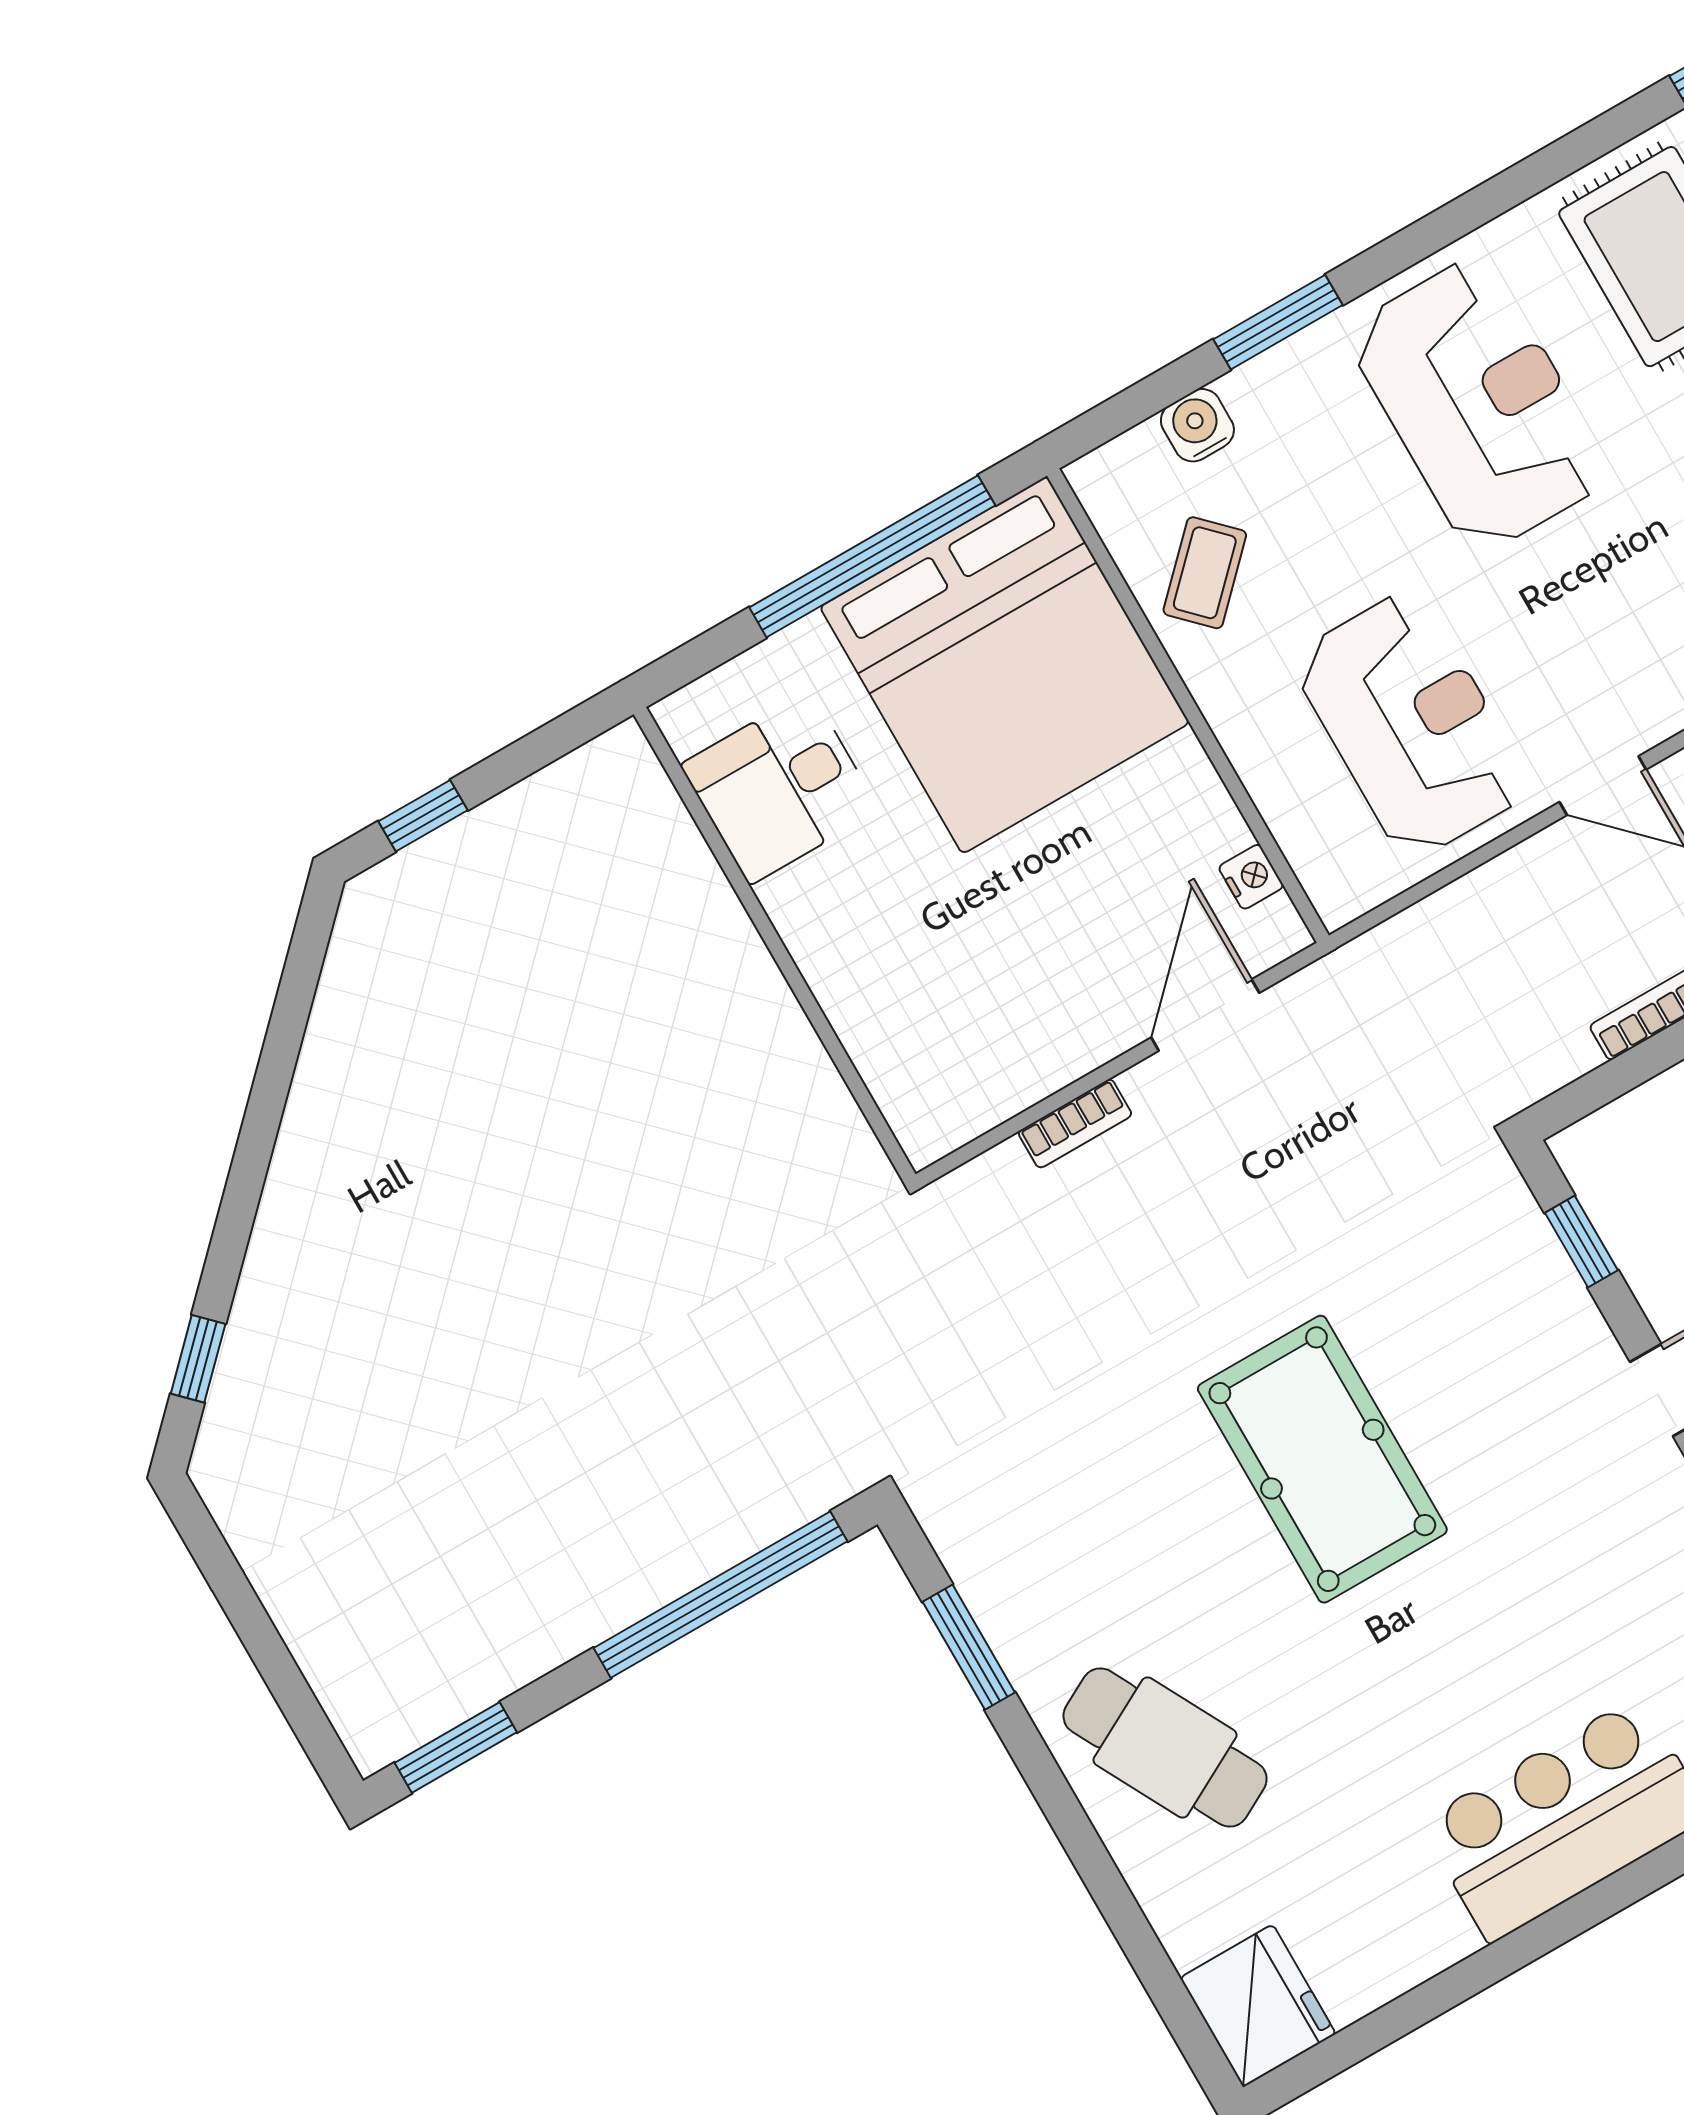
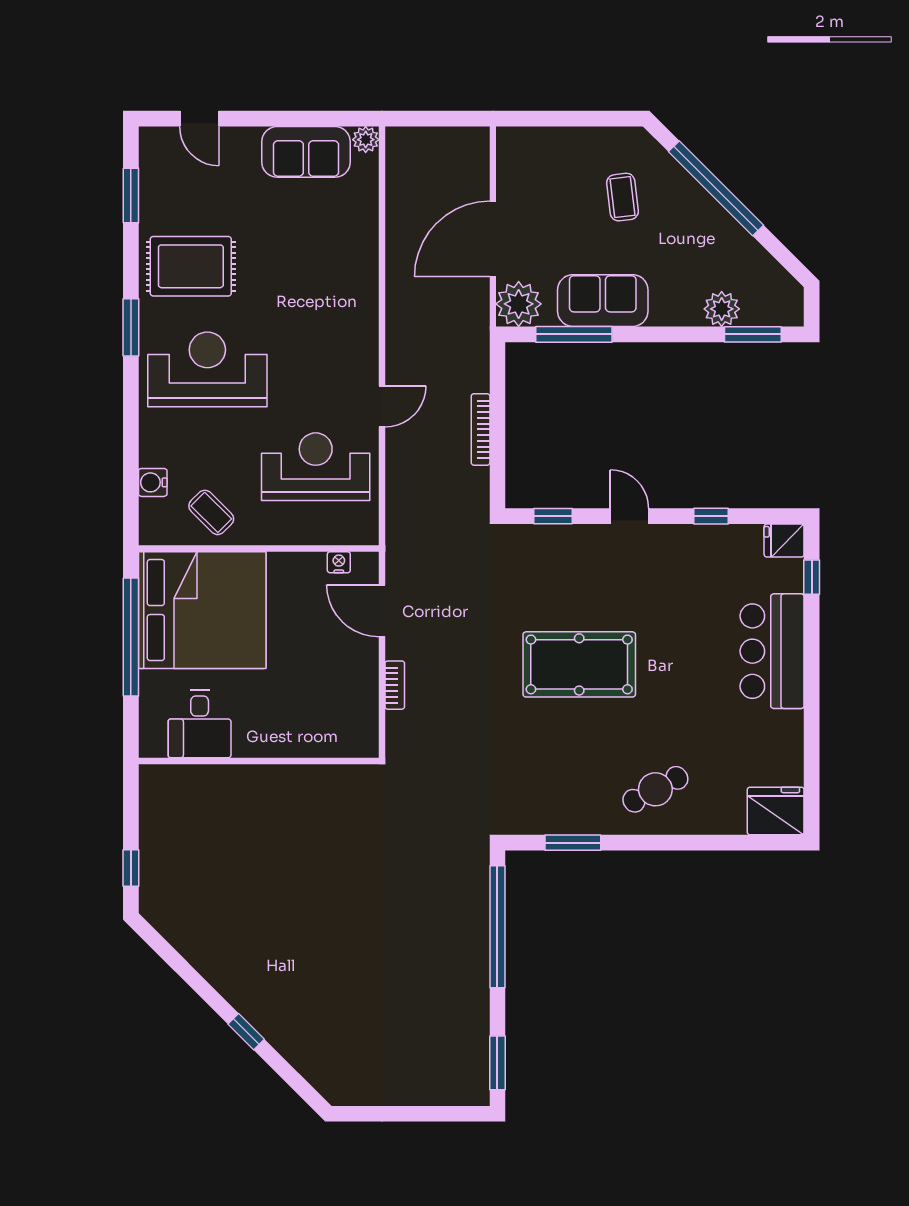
window: (1278, 322) -> (131, 327), moved
window: (198, 1359) -> (246, 1032), moved
cafe table: (1165, 1747) -> (655, 789), width x0.73, depth x0.74

